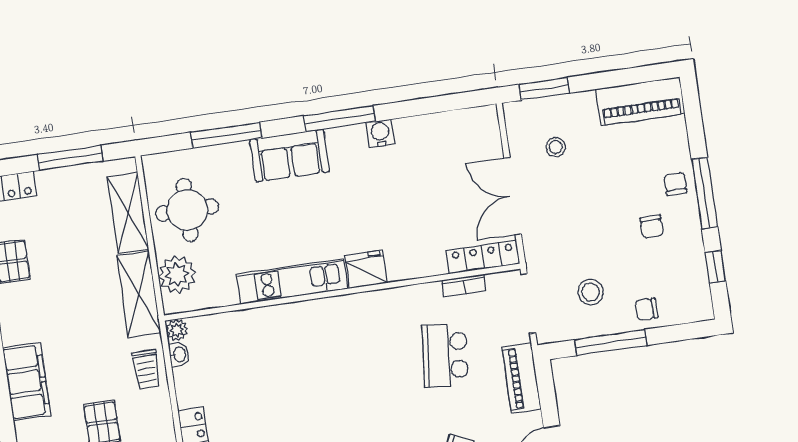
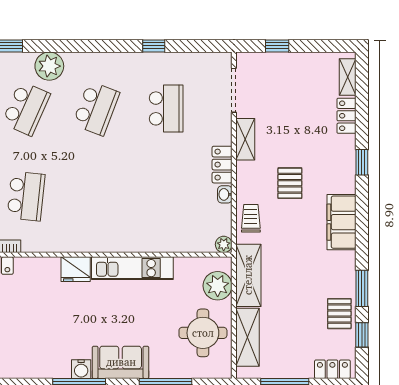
water cooler: (380, 133) -> (81, 369), moved
washbasin: (179, 355) -> (225, 194), moved

